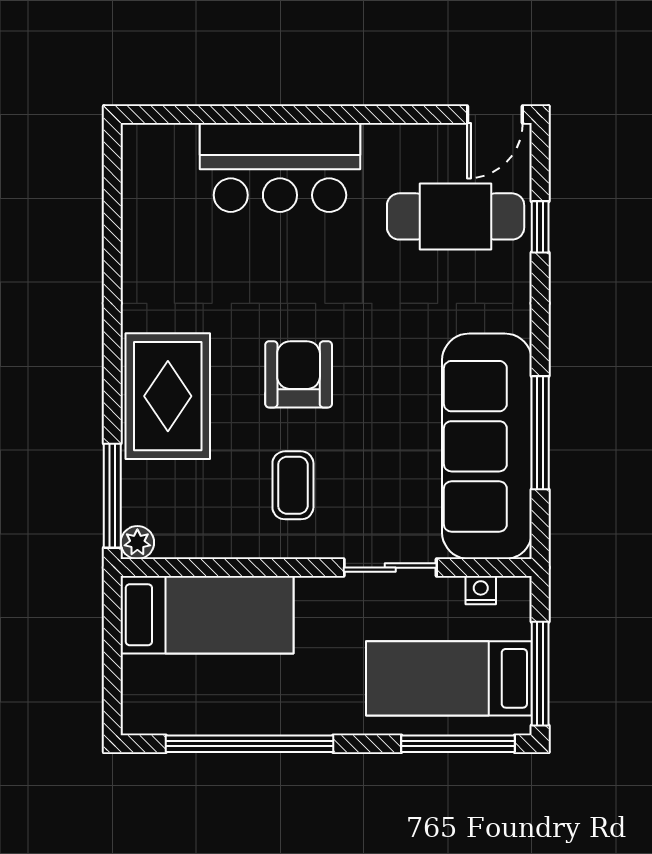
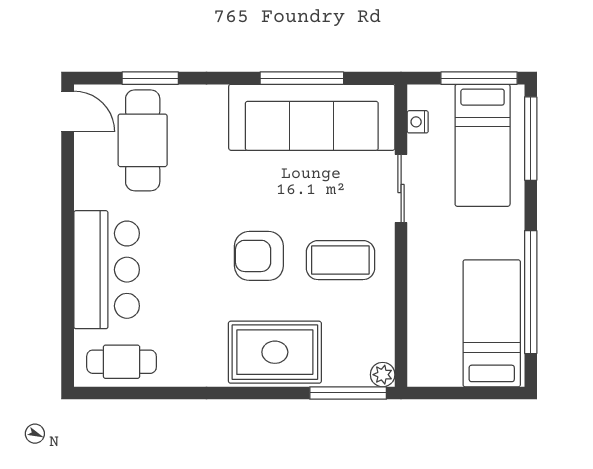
cafe table: (155, 188) -> (122, 362), added
window: (540, 227) -> (150, 78), width x1.50
coffee table: (293, 485) -> (340, 260), width x1.36, depth x1.30
bed: (207, 615) -> (492, 323), moved

